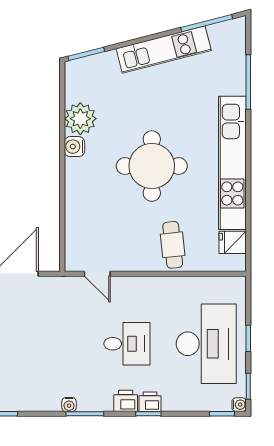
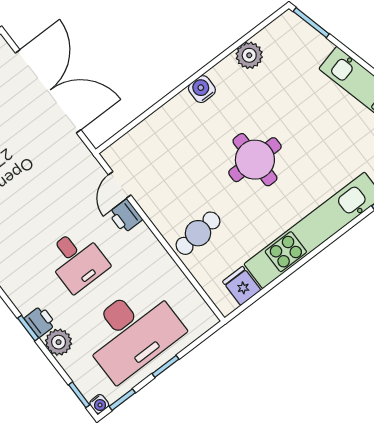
plant: (80, 119) -> (249, 55), width x0.73, depth x0.73
water cooler: (74, 147) -> (202, 89), moved
round table: (152, 166) -> (255, 160), width x0.73, depth x0.73
plant: (174, 400) -> (59, 342), added
printer: (126, 401) -> (125, 216), moved, turned 180

